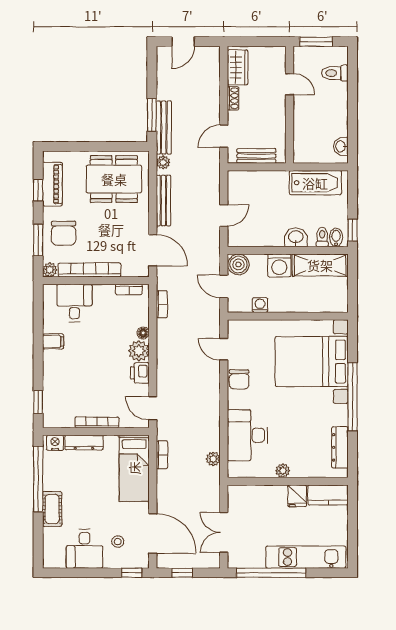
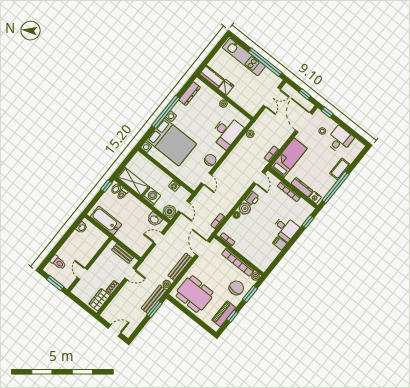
washbasin: (296, 237) -> (154, 219), moved
desk: (74, 303) -> (285, 228), moved, turned -90

